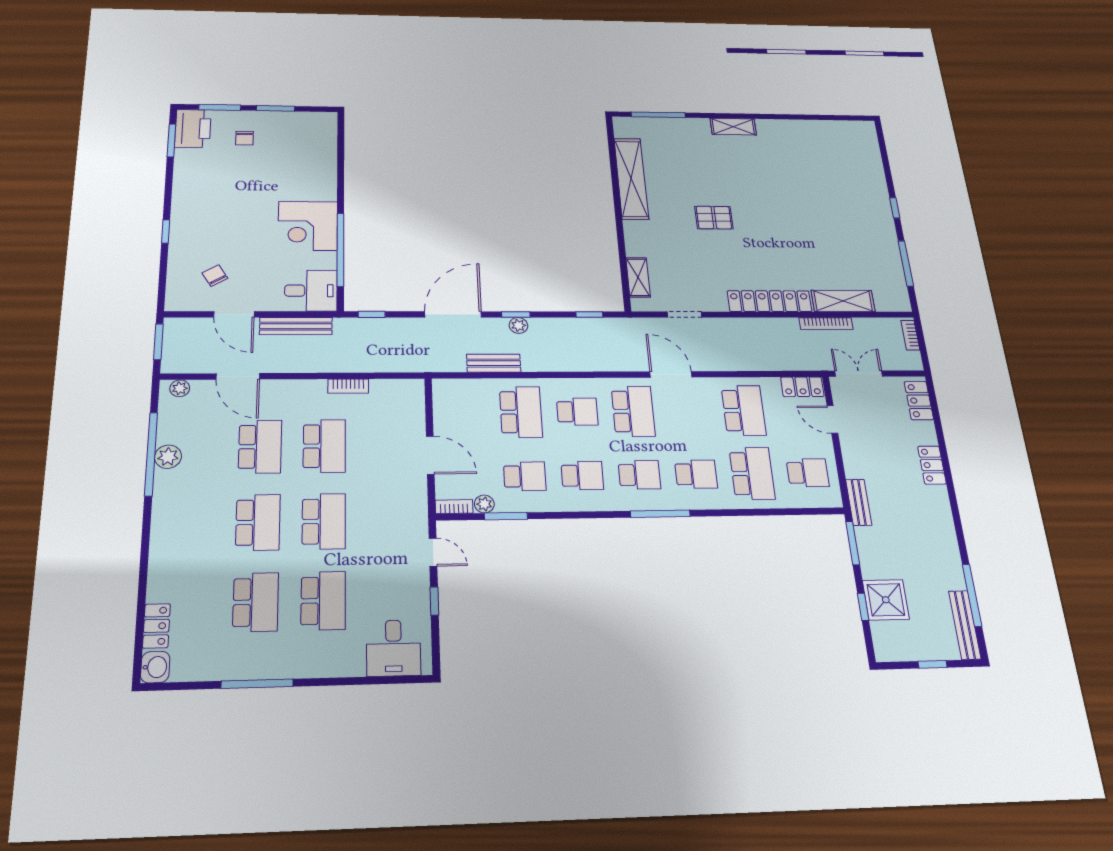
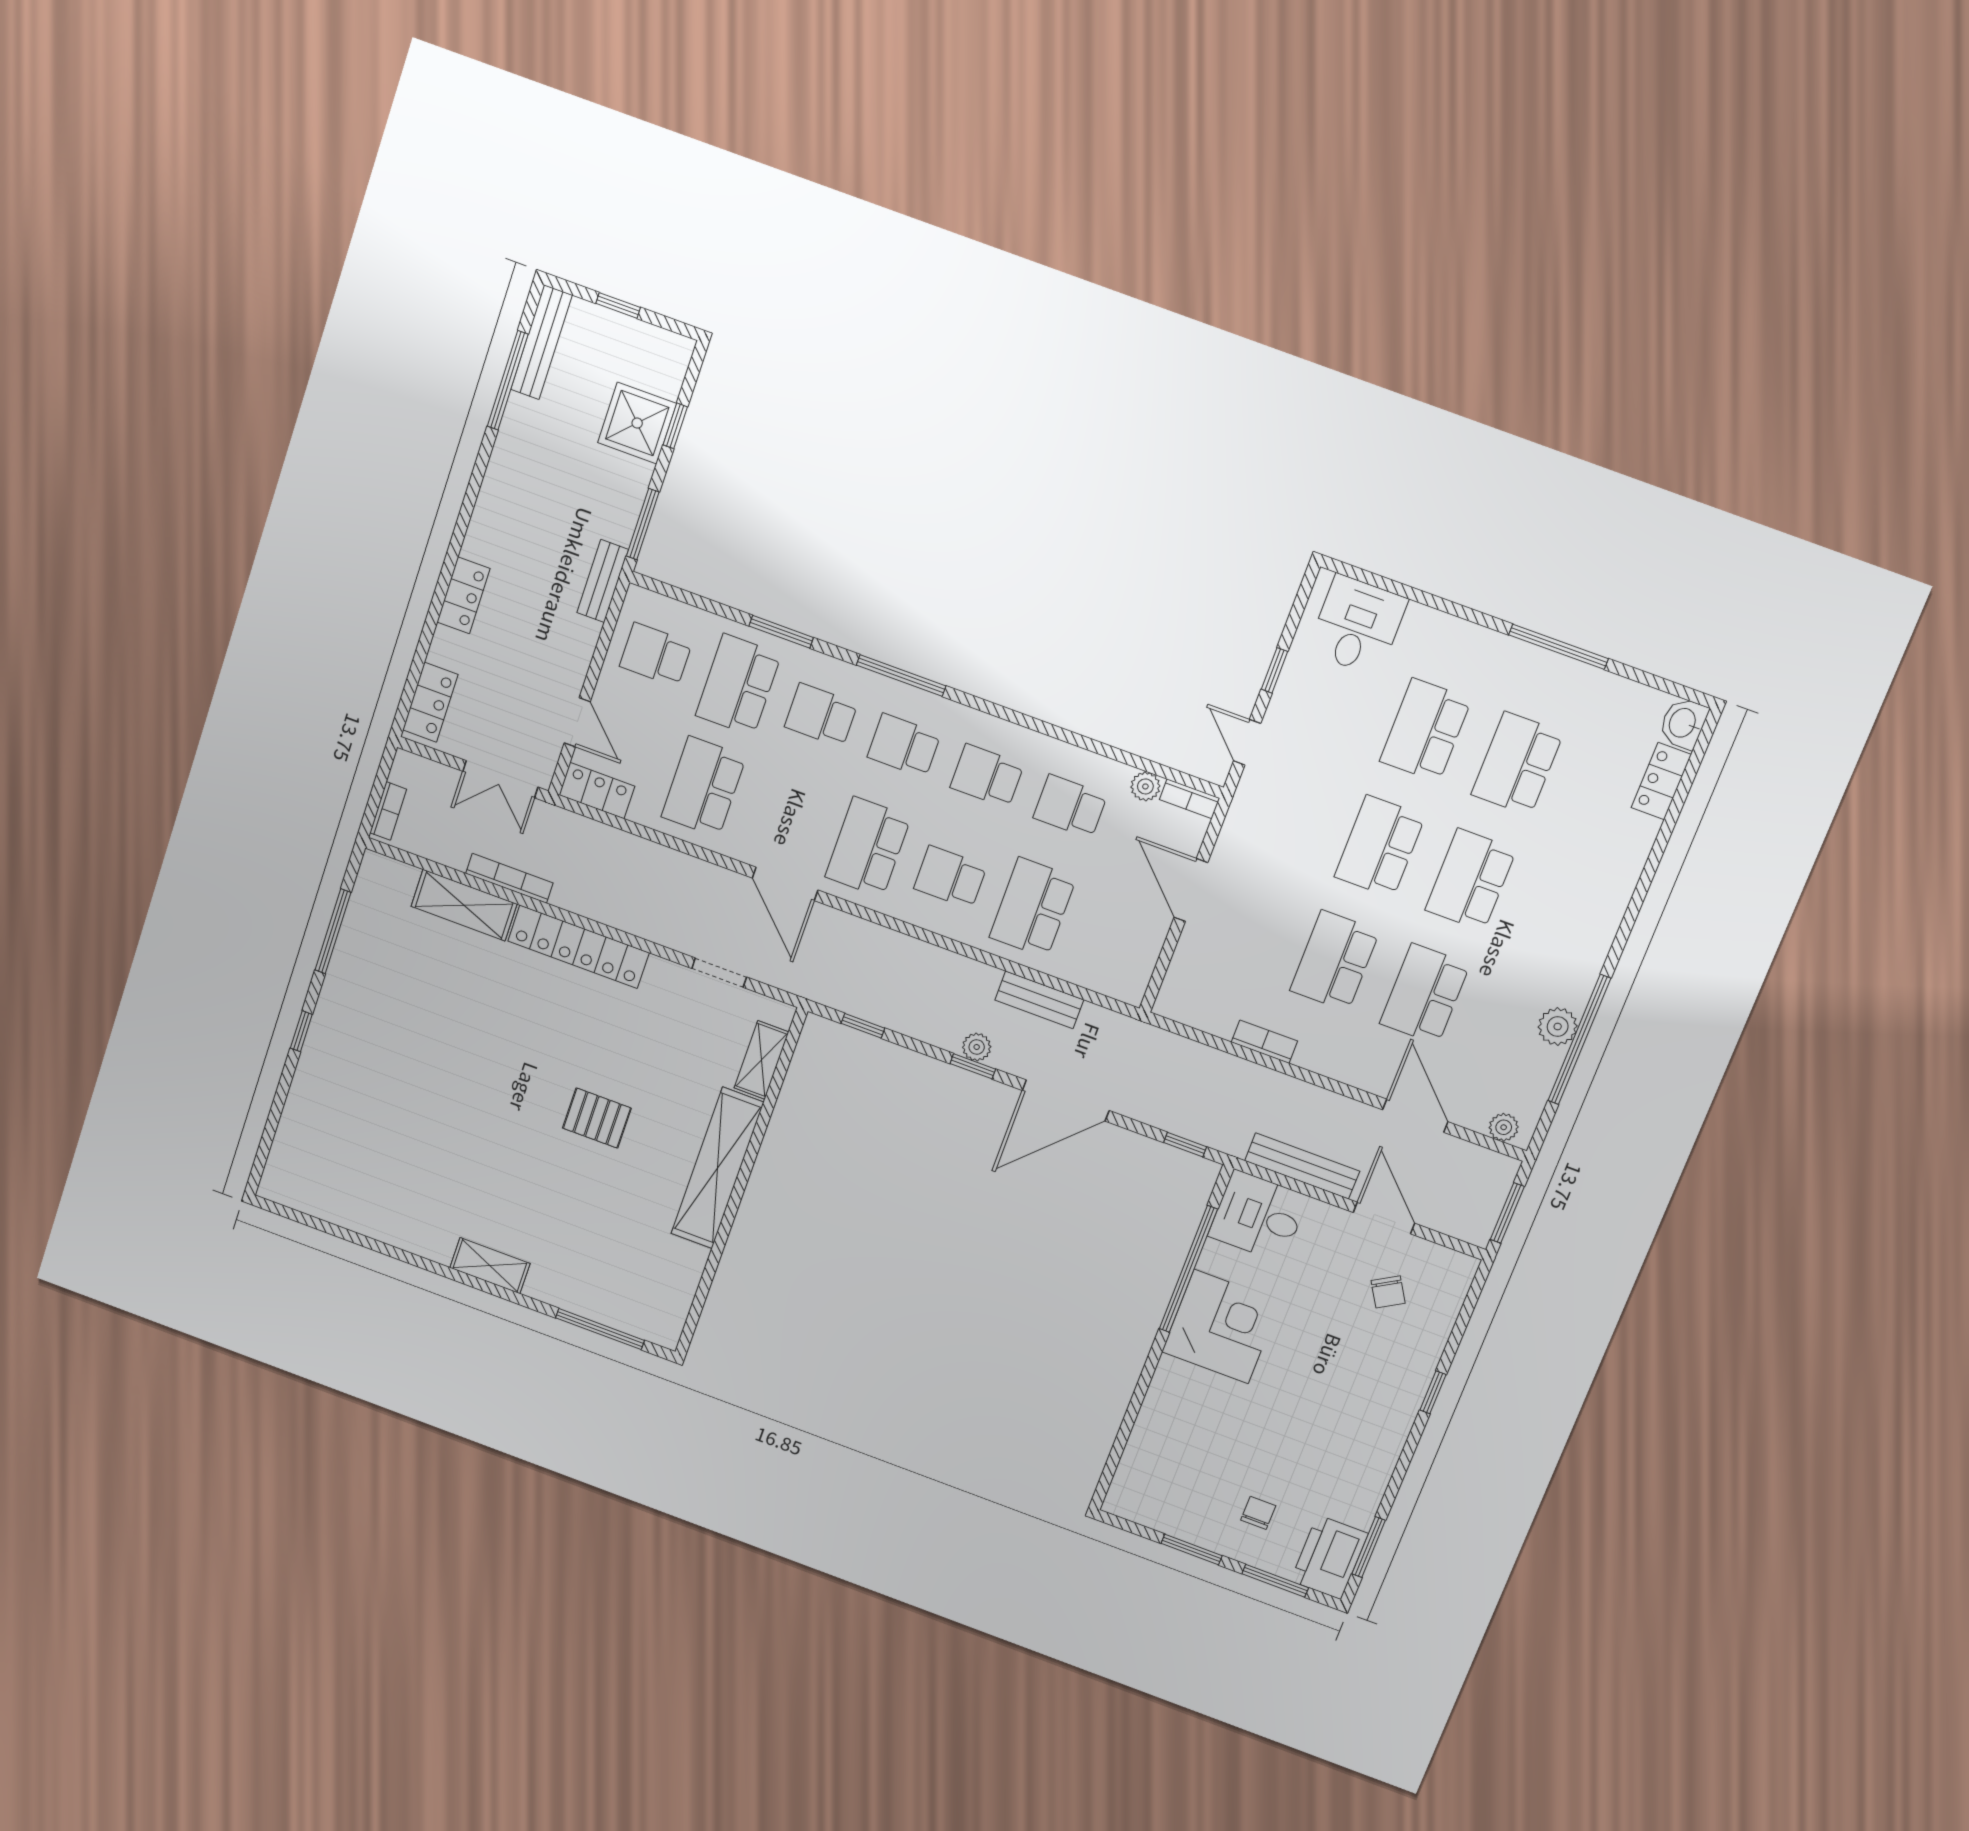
shelving: (631, 179) -> (717, 1168), moved
window: (506, 516) -> (781, 632), moved

